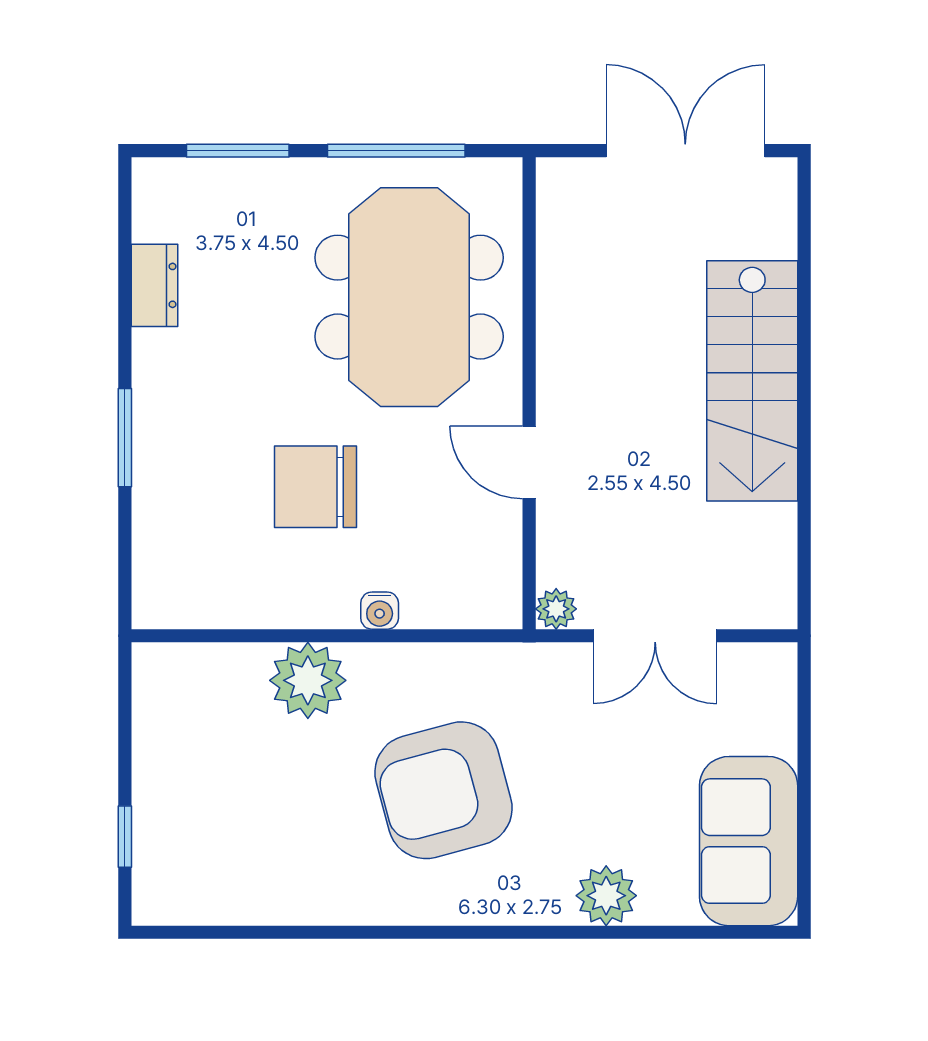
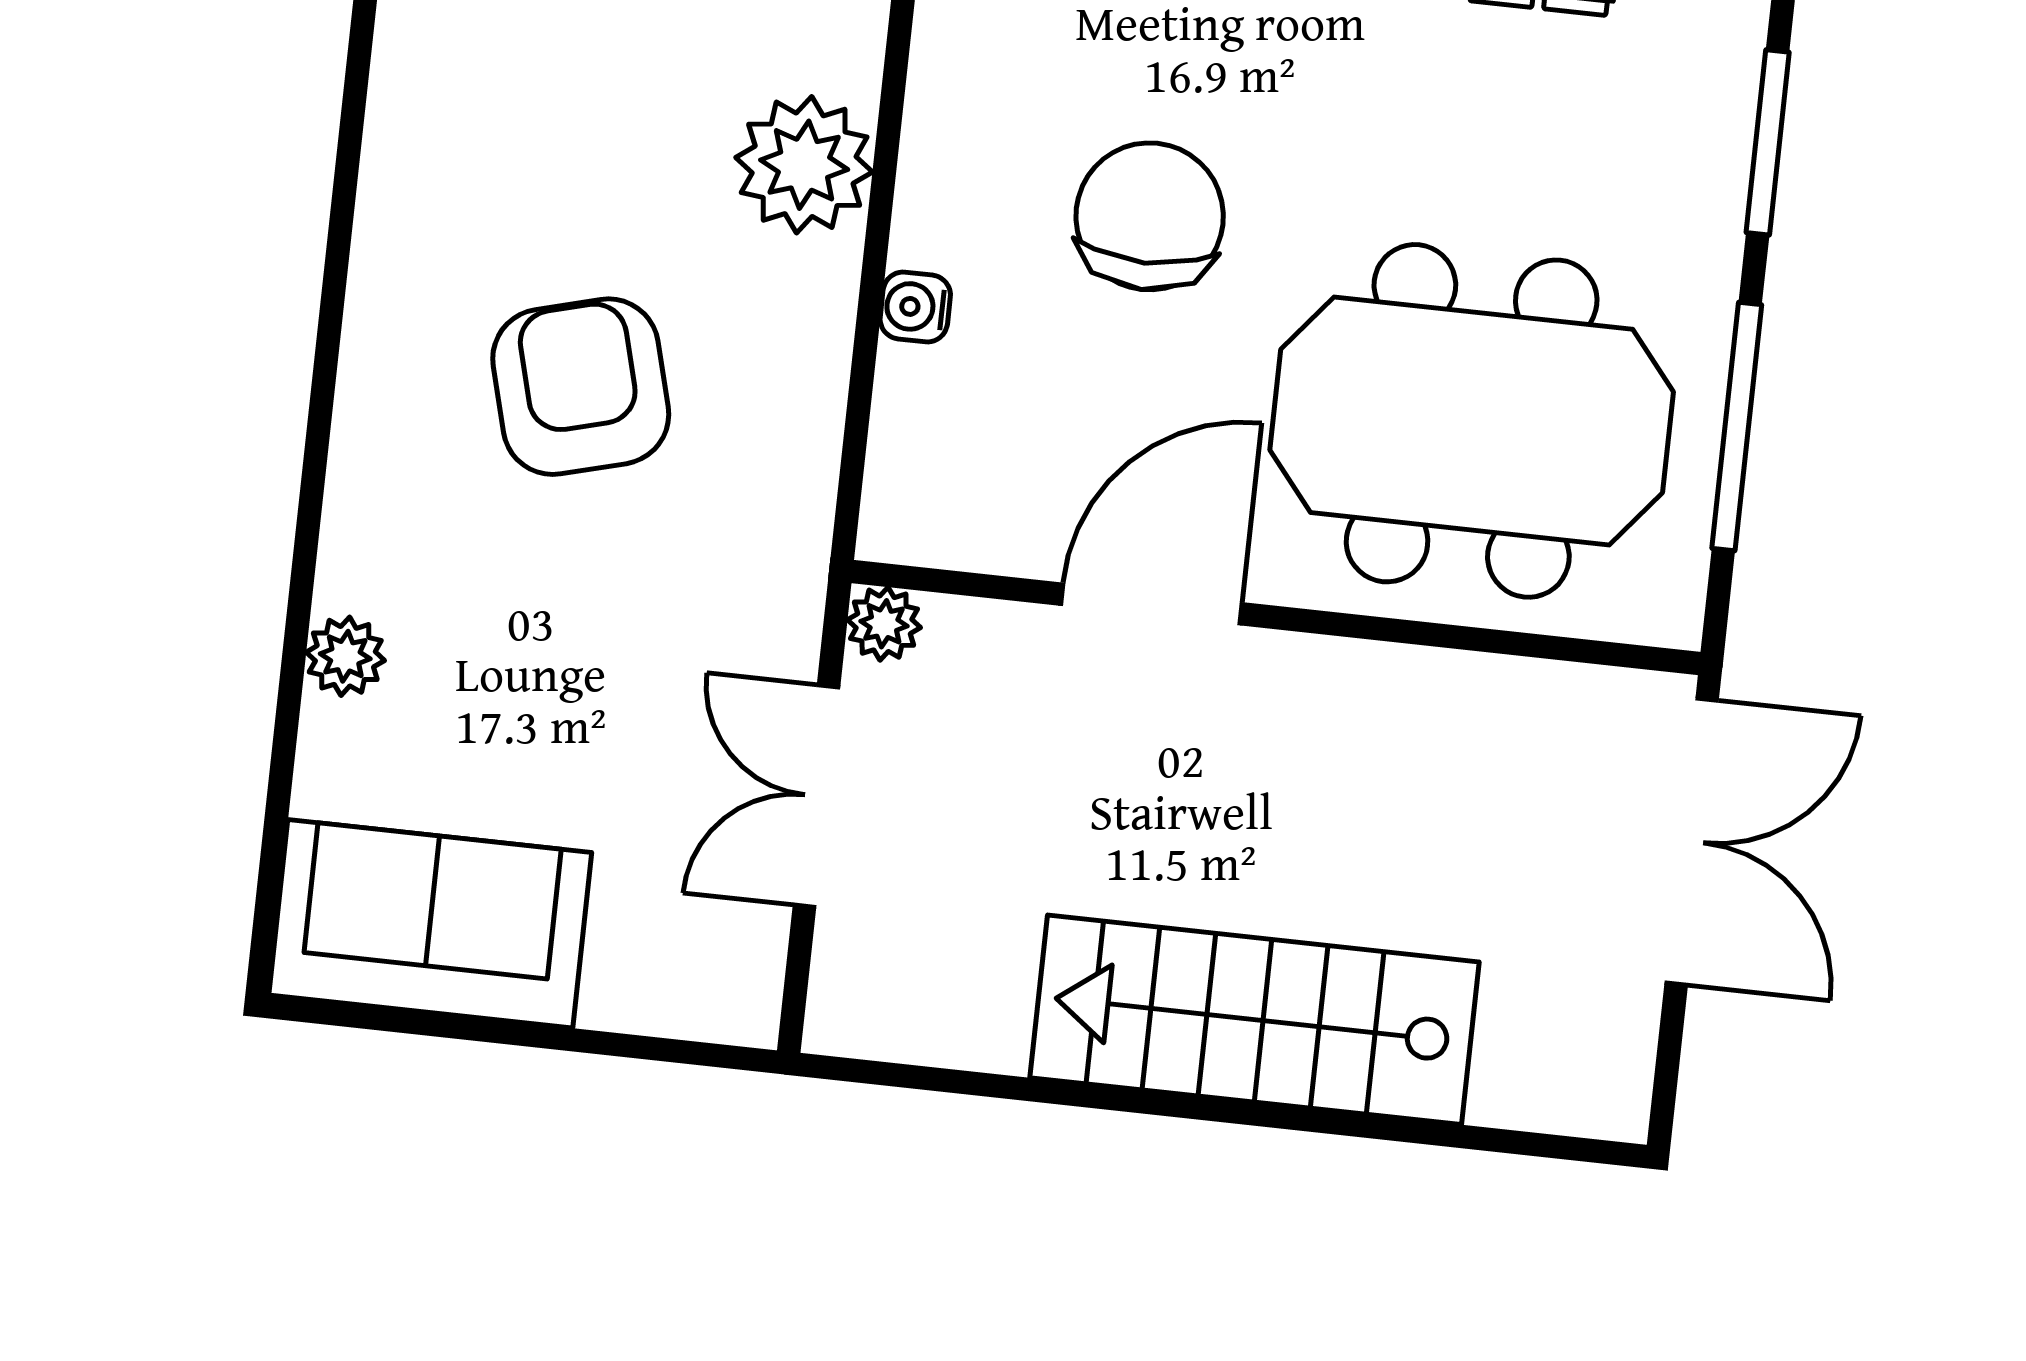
double door: (685, 151) -> (1692, 841), moved
door: (529, 463) -> (1152, 604), width x1.37
armchair: (444, 790) -> (581, 387), width x0.73, depth x0.73
plant: (606, 896) -> (345, 656), width x0.73, depth x0.73

